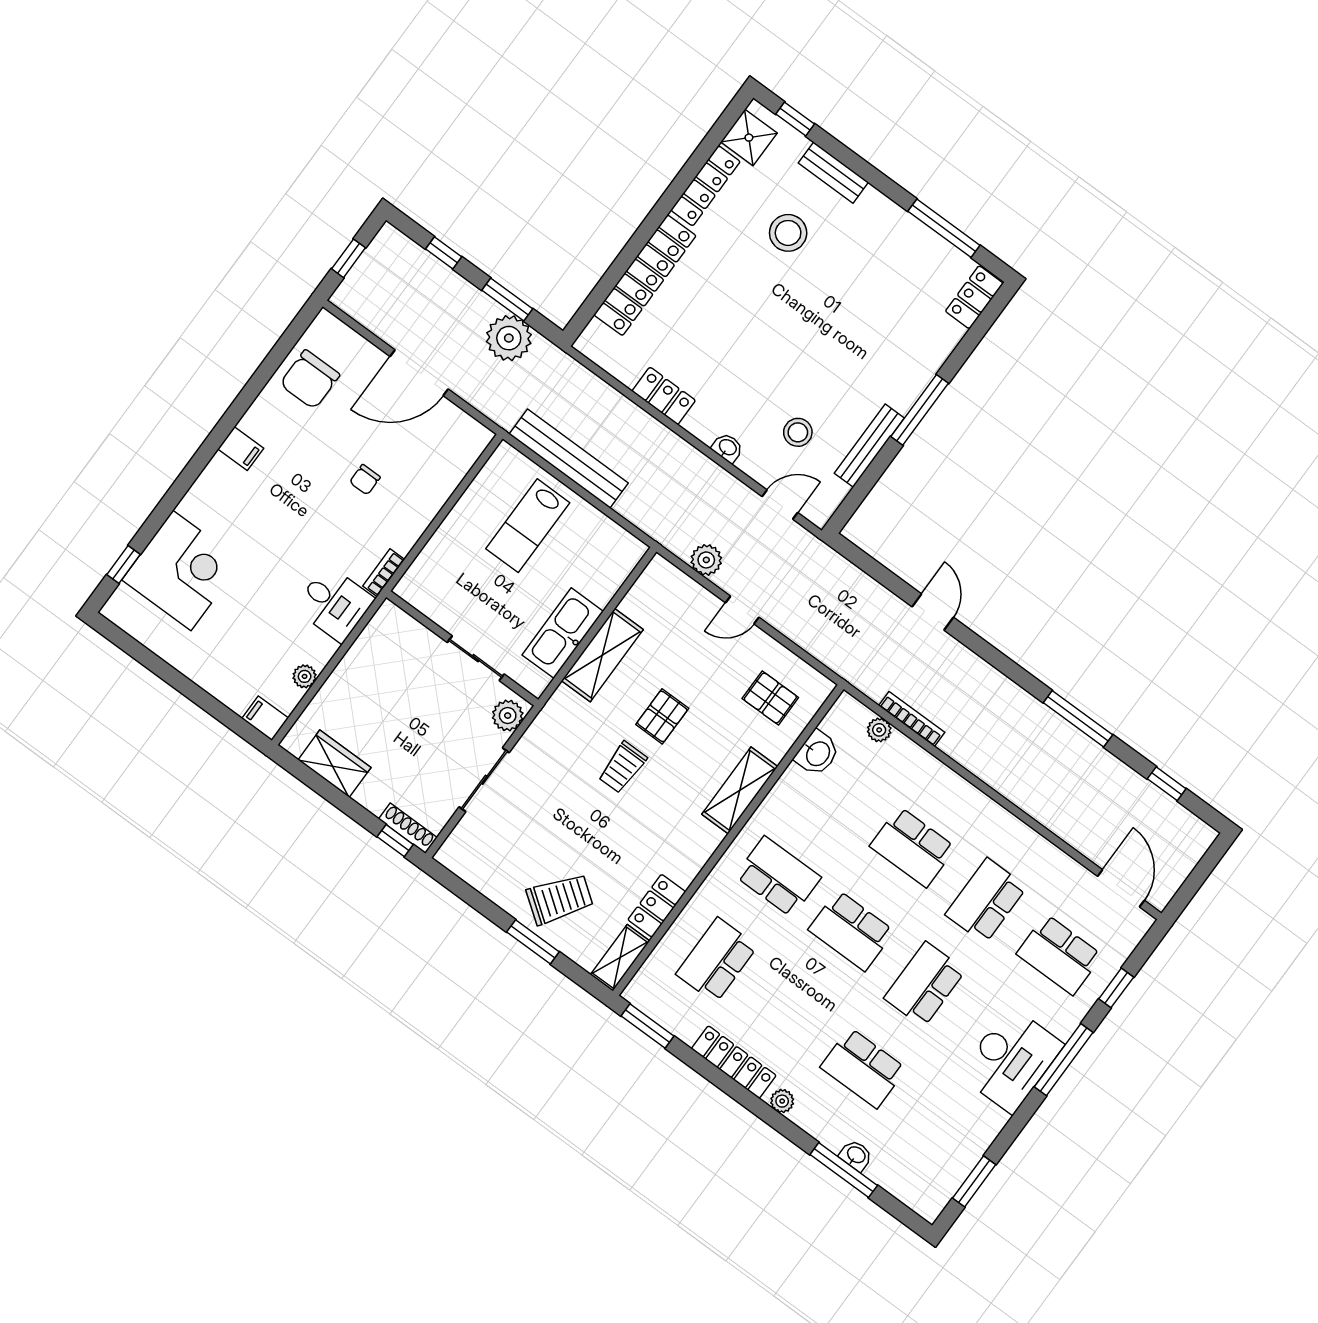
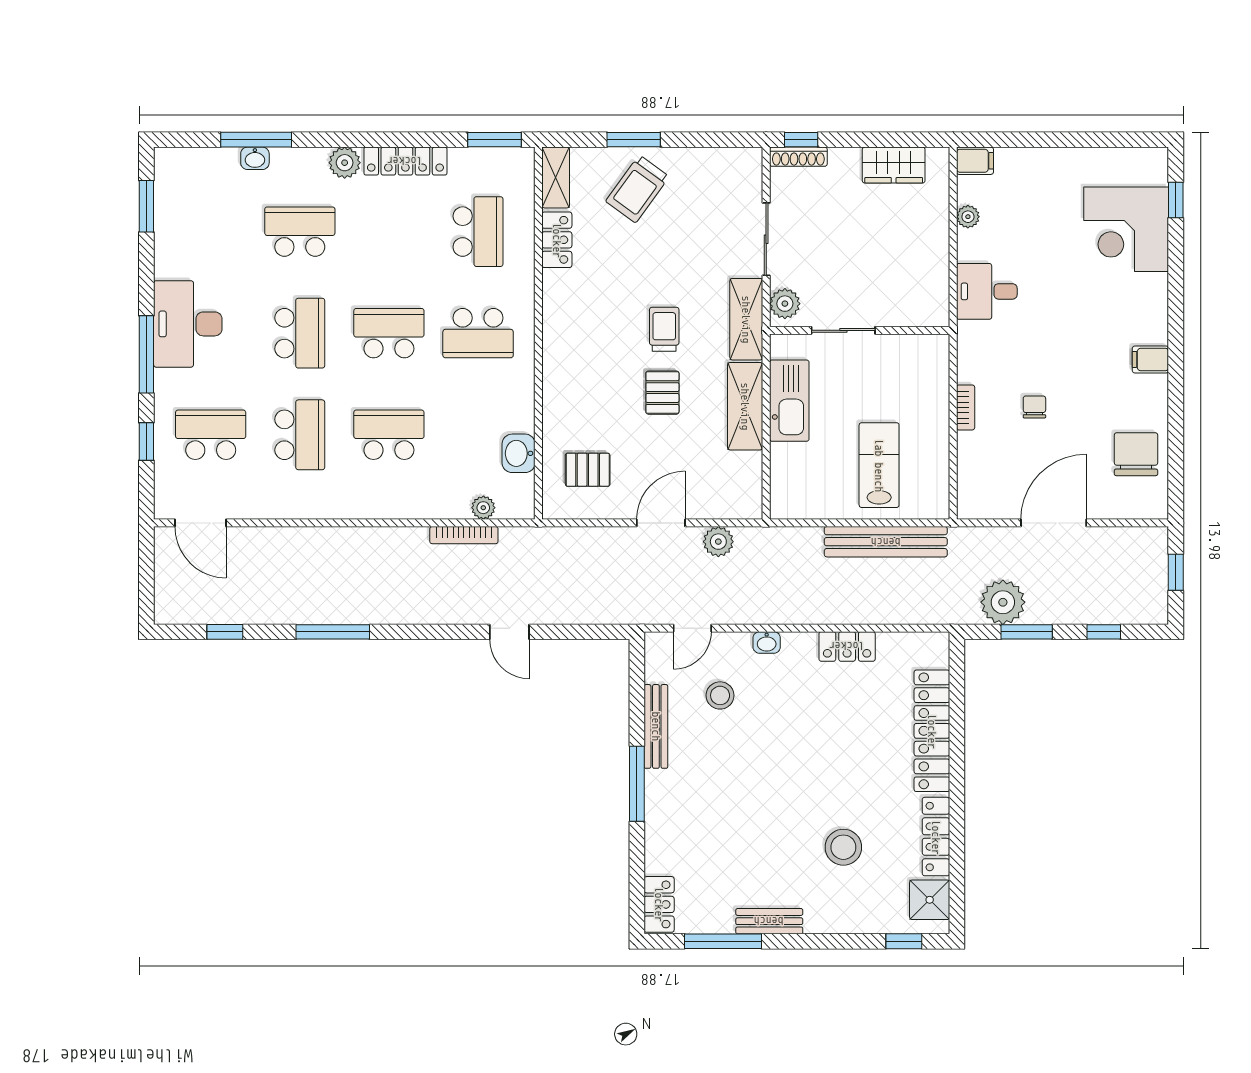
bench: (833, 173) -> (769, 921), moved
bookcase: (384, 573) -> (966, 407), moved
door: (742, 610) -> (661, 523), width x1.38
shelving: (740, 790) -> (746, 319), moved
plant: (782, 1101) -> (345, 163), width x1.38, depth x1.38

